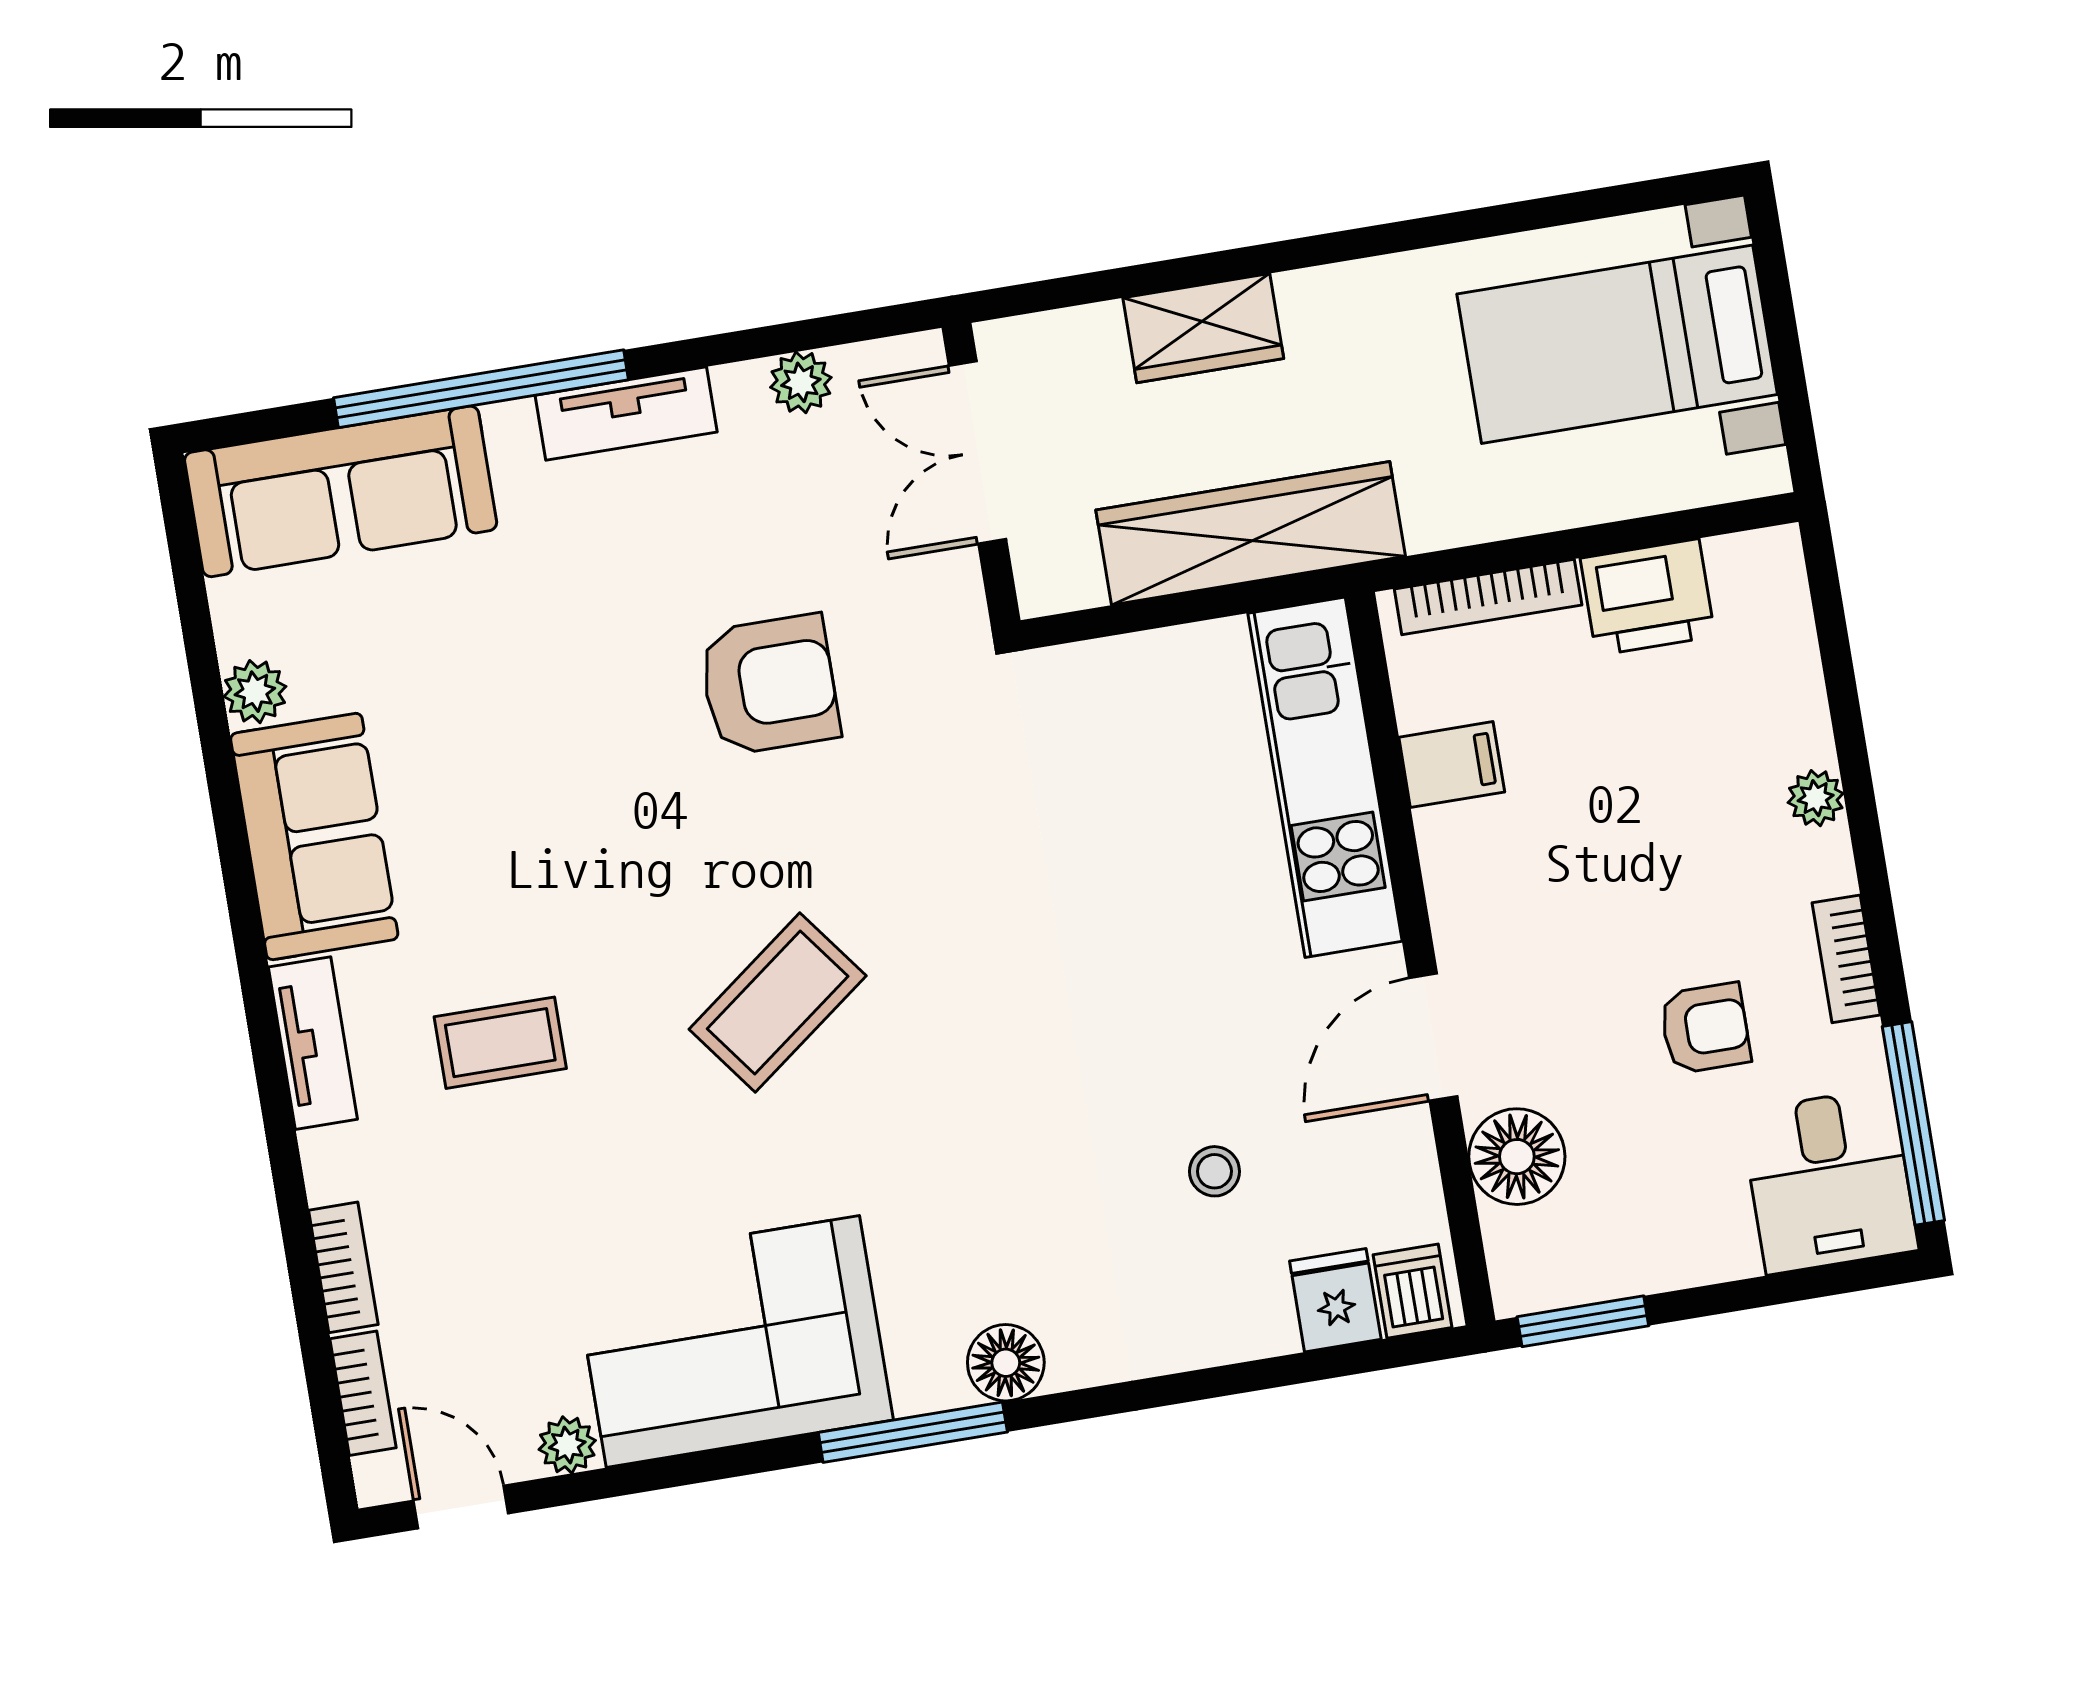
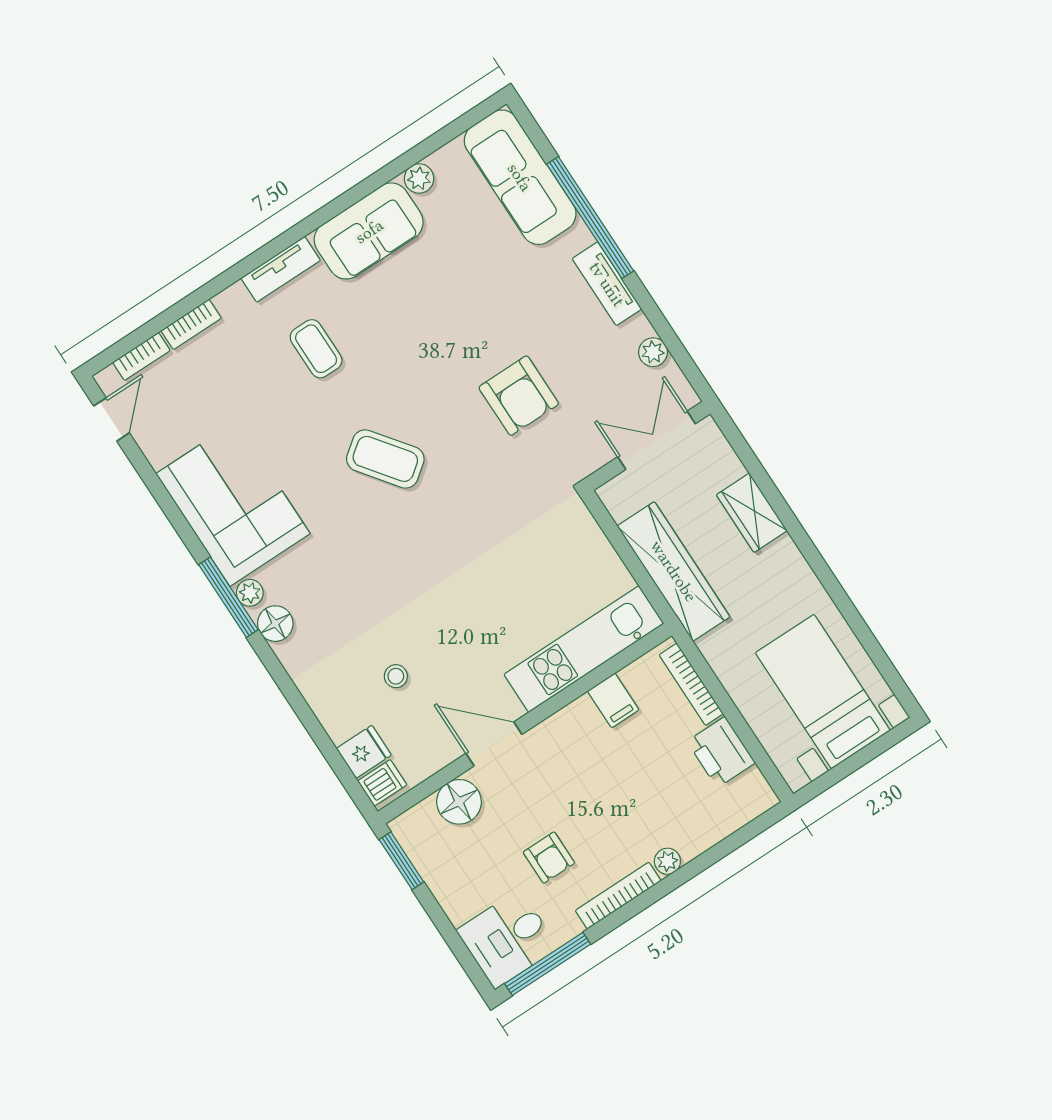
bookcase: (1846, 959) -> (618, 896), width x1.56
plant: (567, 1445) -> (250, 593), moved

